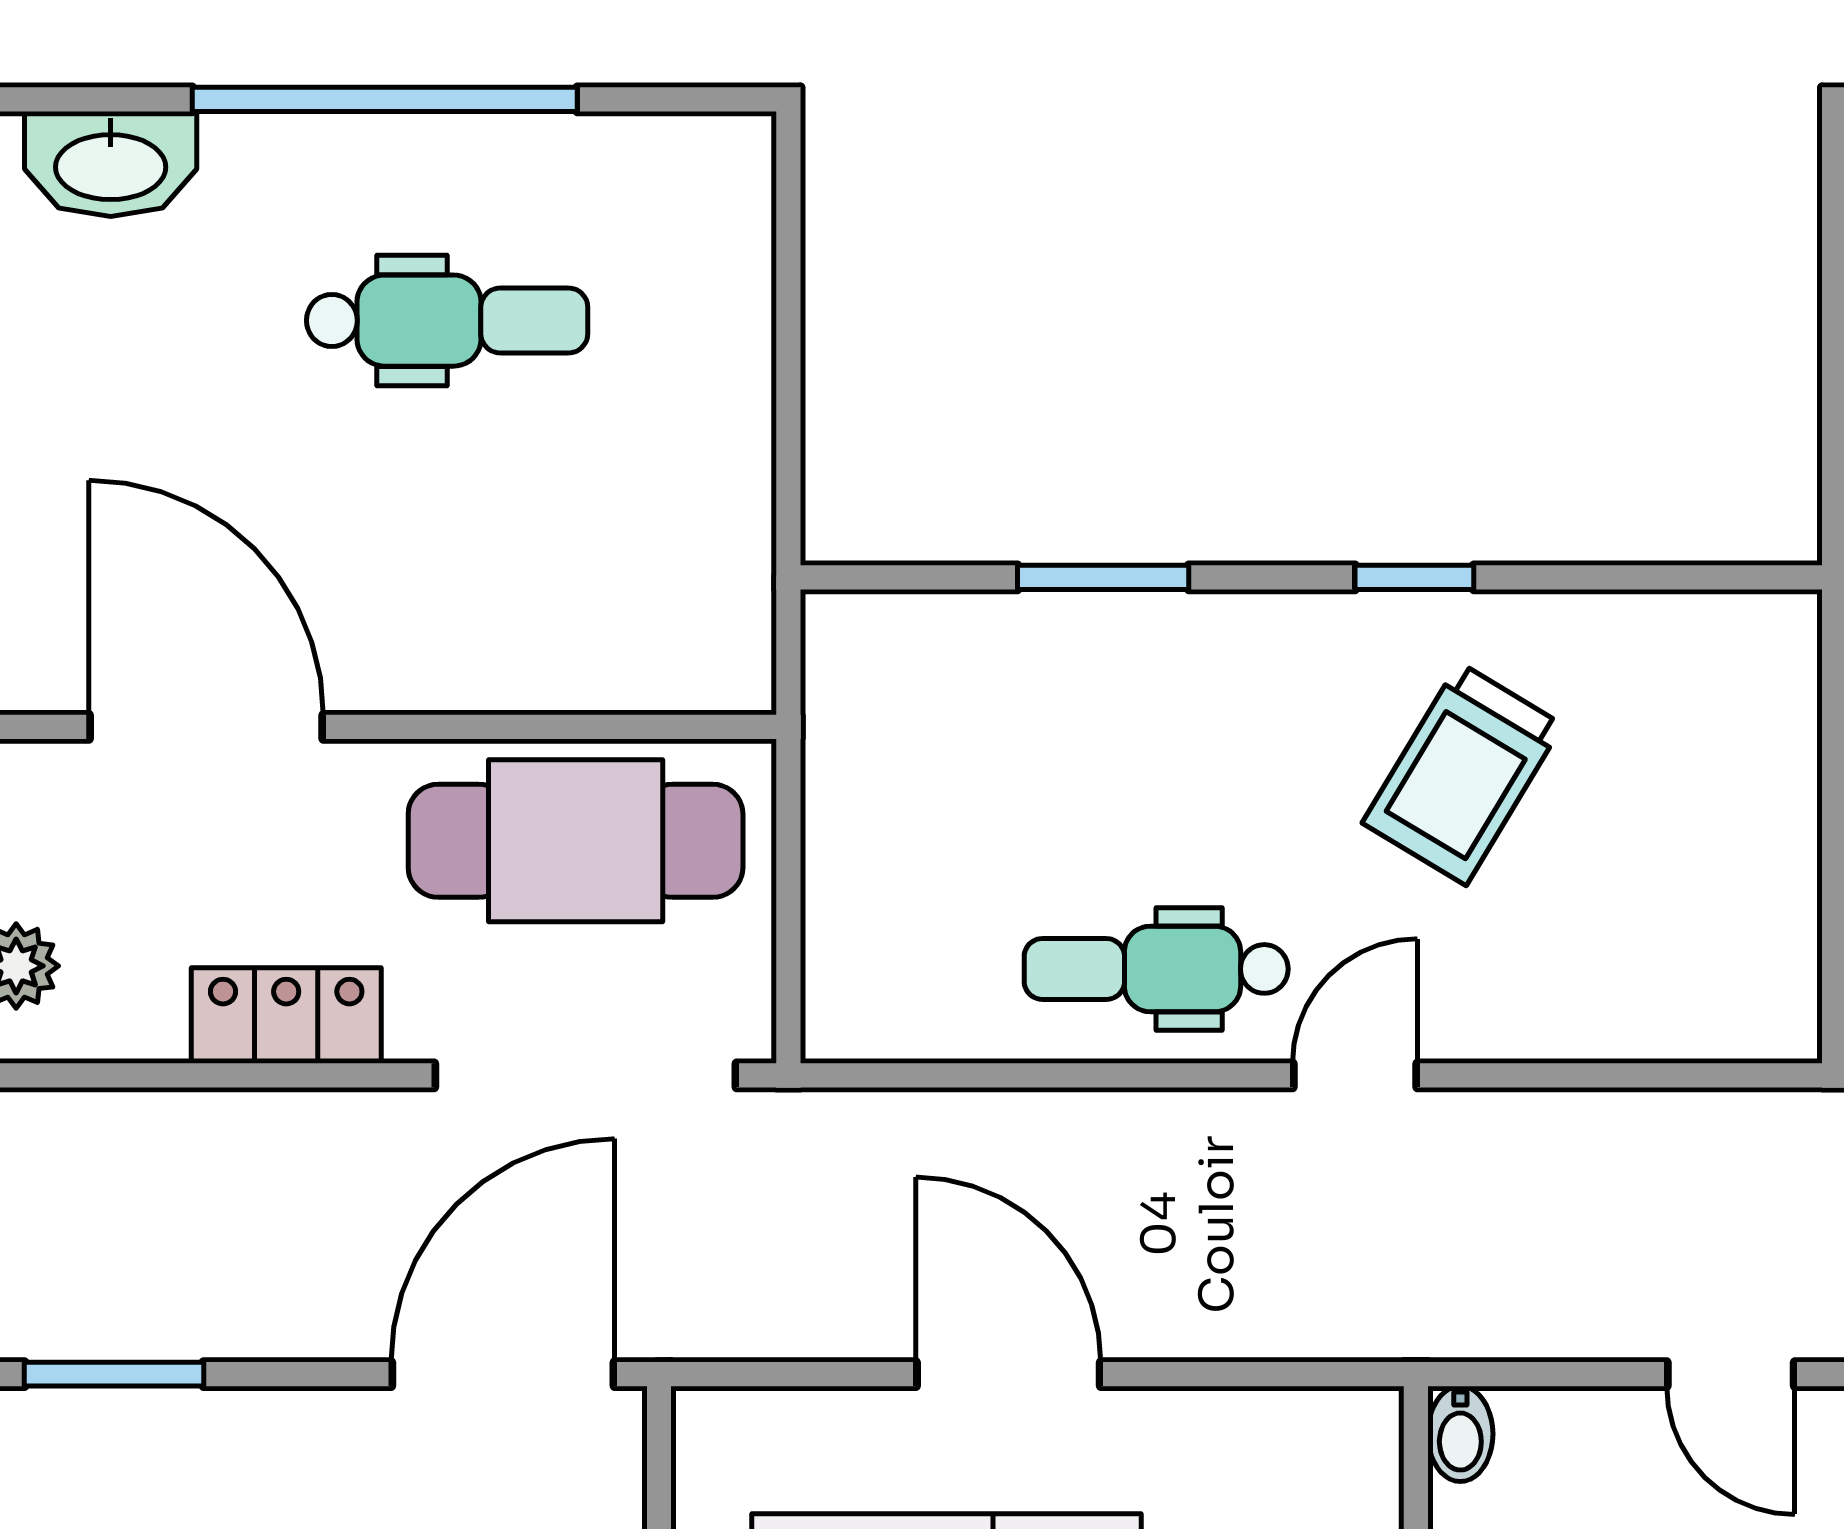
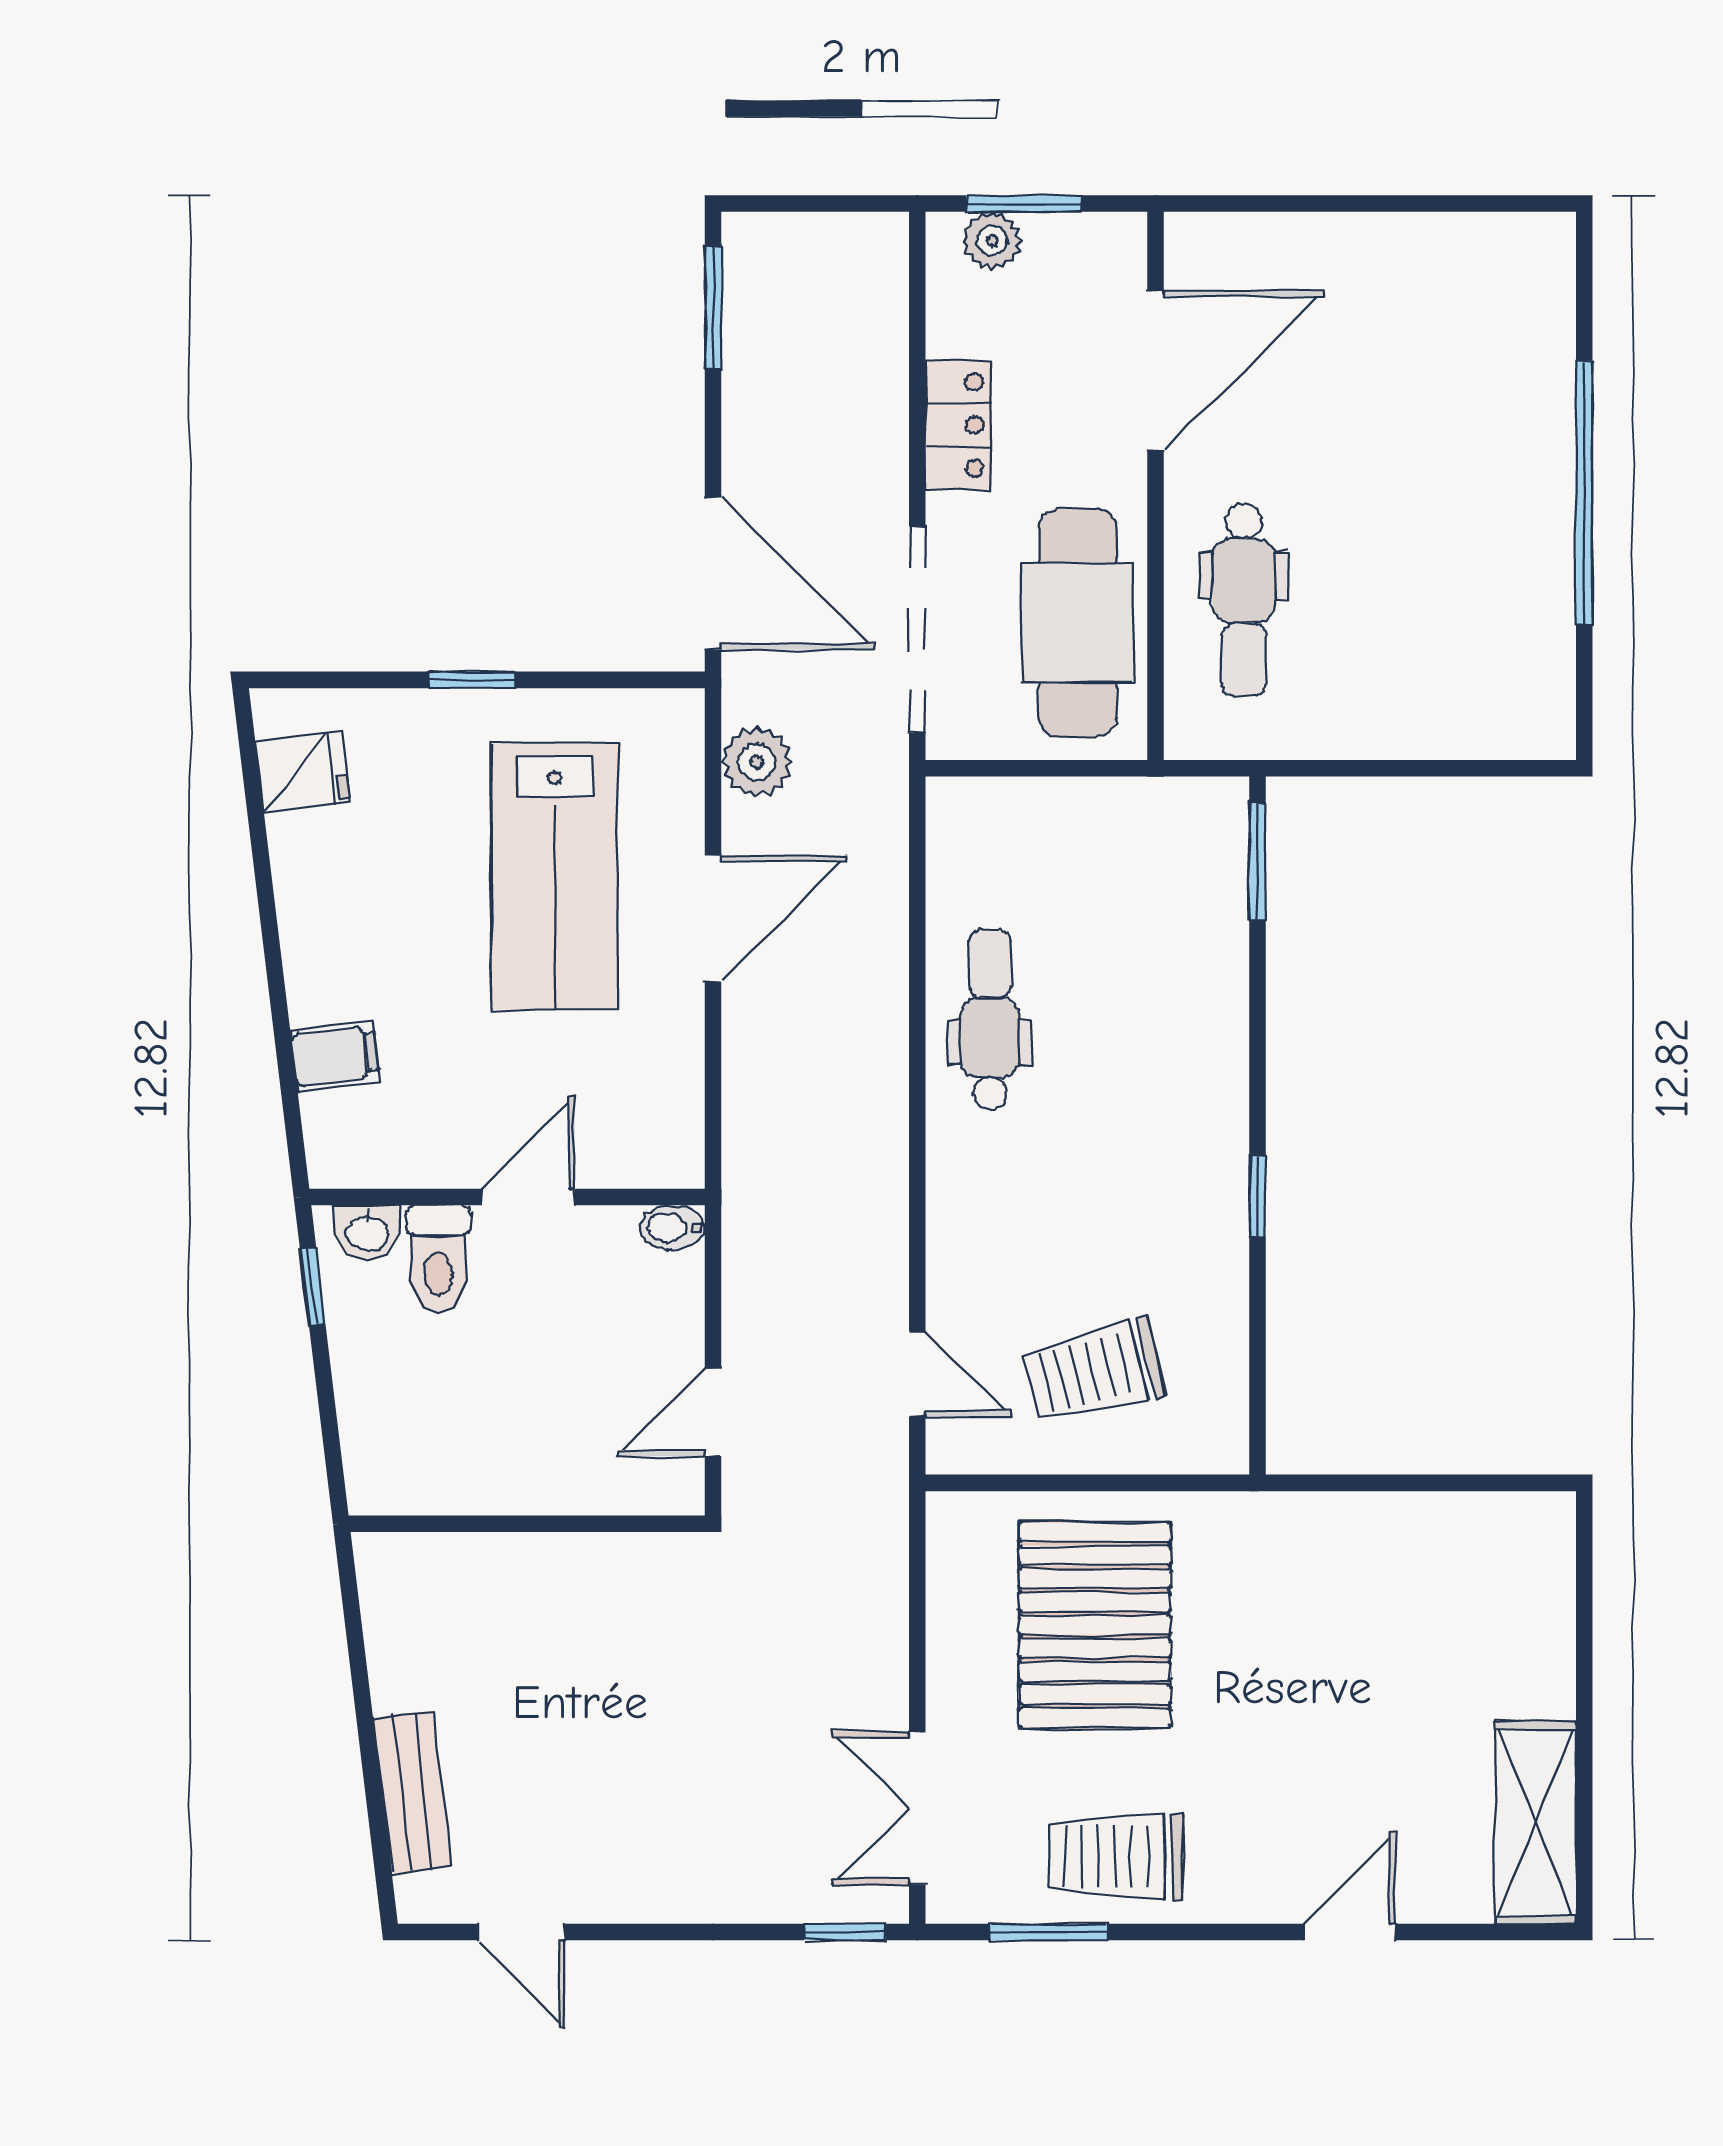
washbasin: (111, 164) -> (1540, 305), removed
dental chair: (447, 321) -> (1244, 600), moved
window: (1103, 577) -> (1258, 862), moved
trolley: (1463, 774) -> (1094, 1371), moved, turned -45
door: (1355, 1075) -> (917, 1374), moved
plant: (779, 1310) -> (757, 762), added

